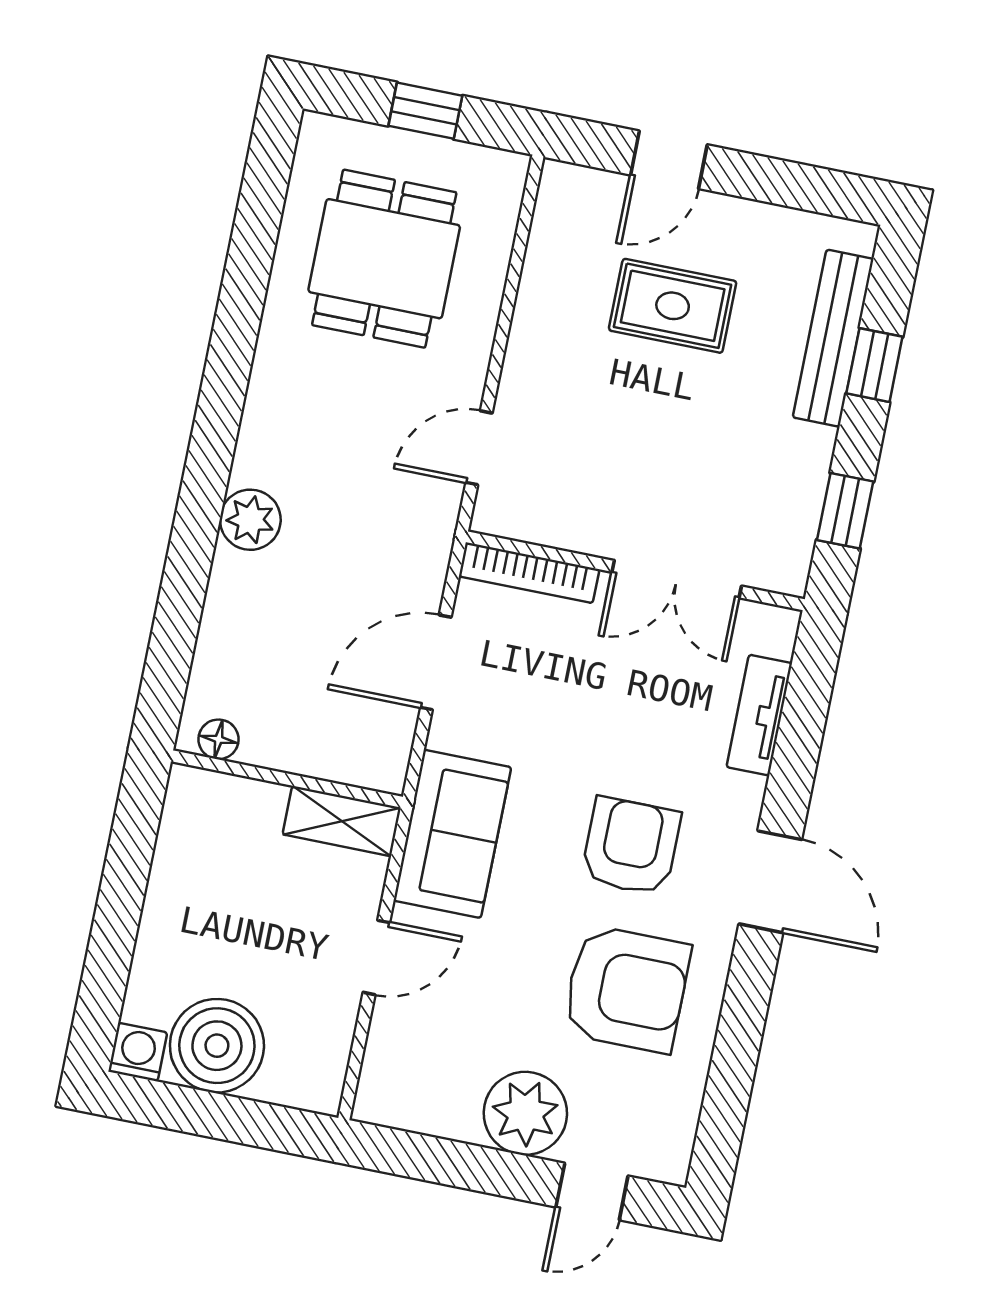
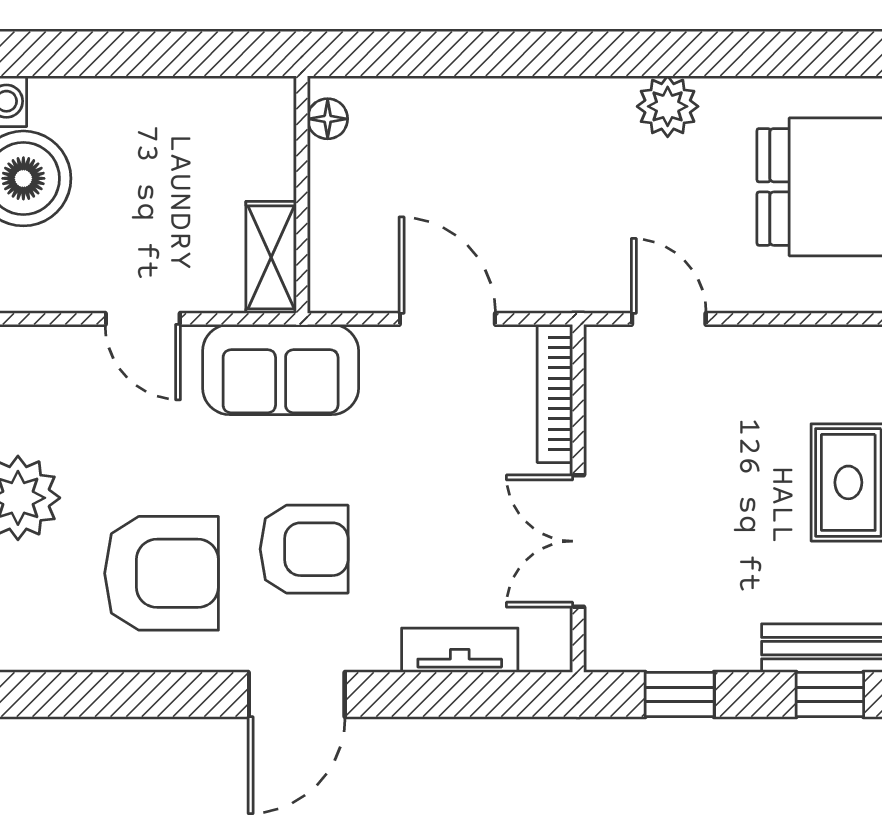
plant: (250, 520) -> (668, 106), moved
armchair: (626, 989) -> (161, 573), turned -90

